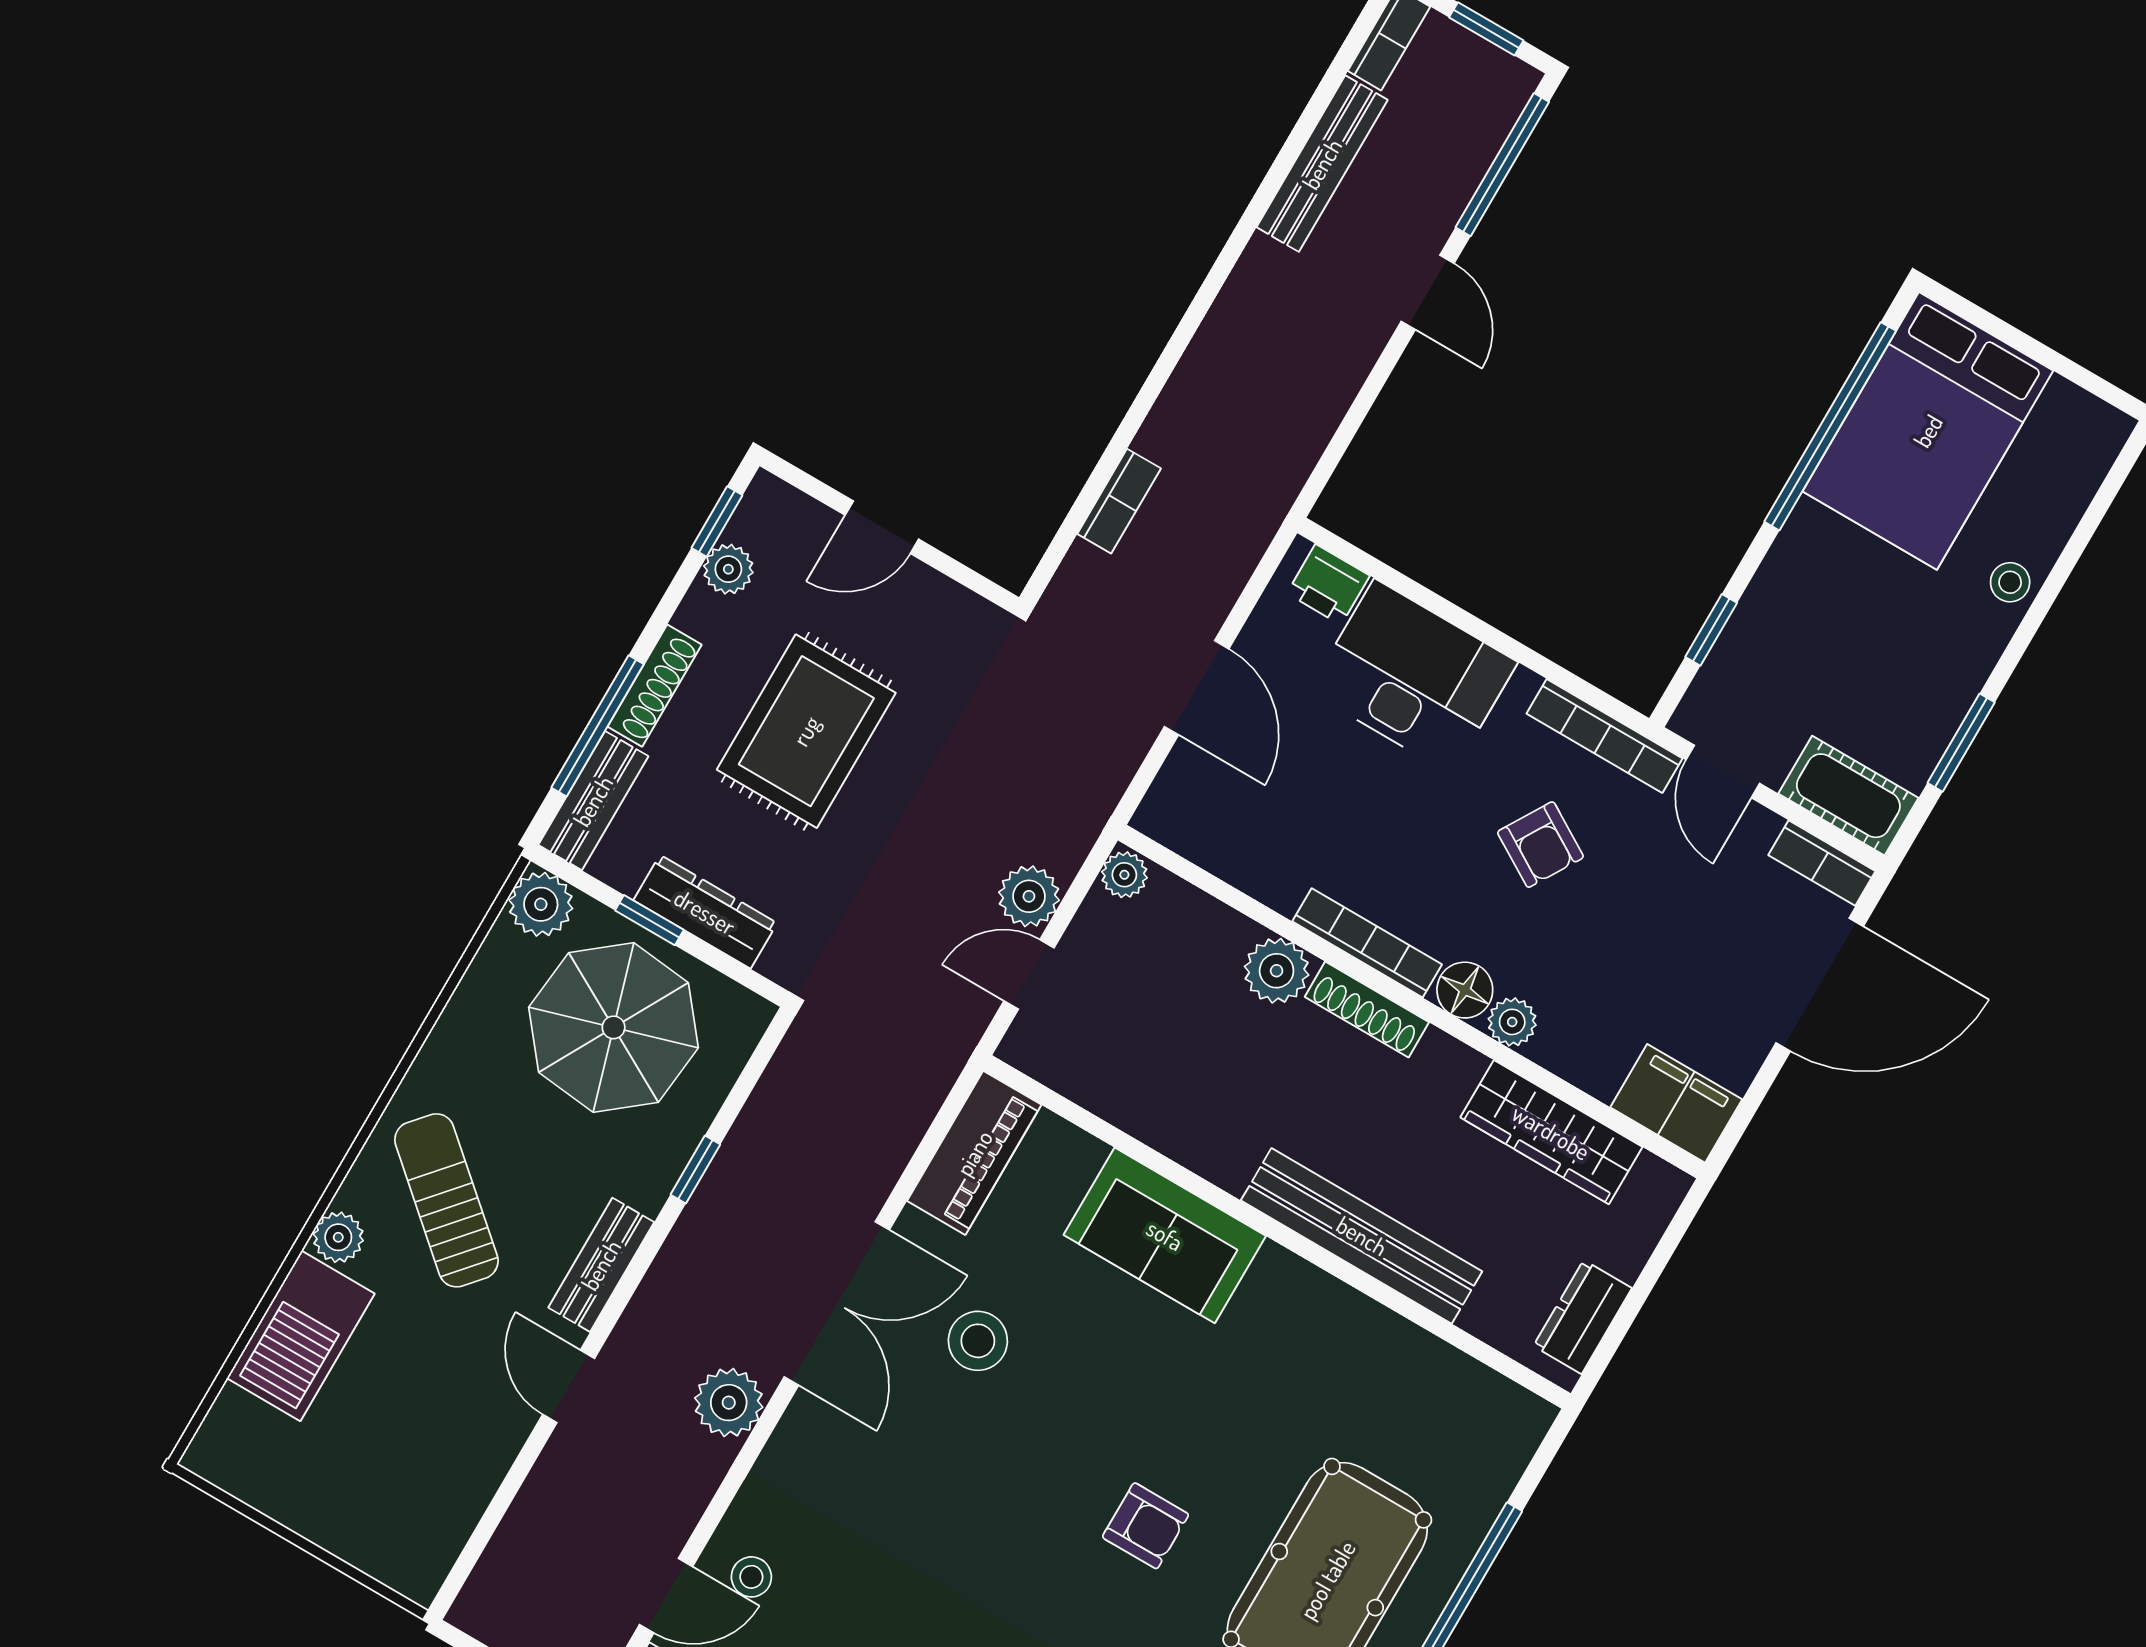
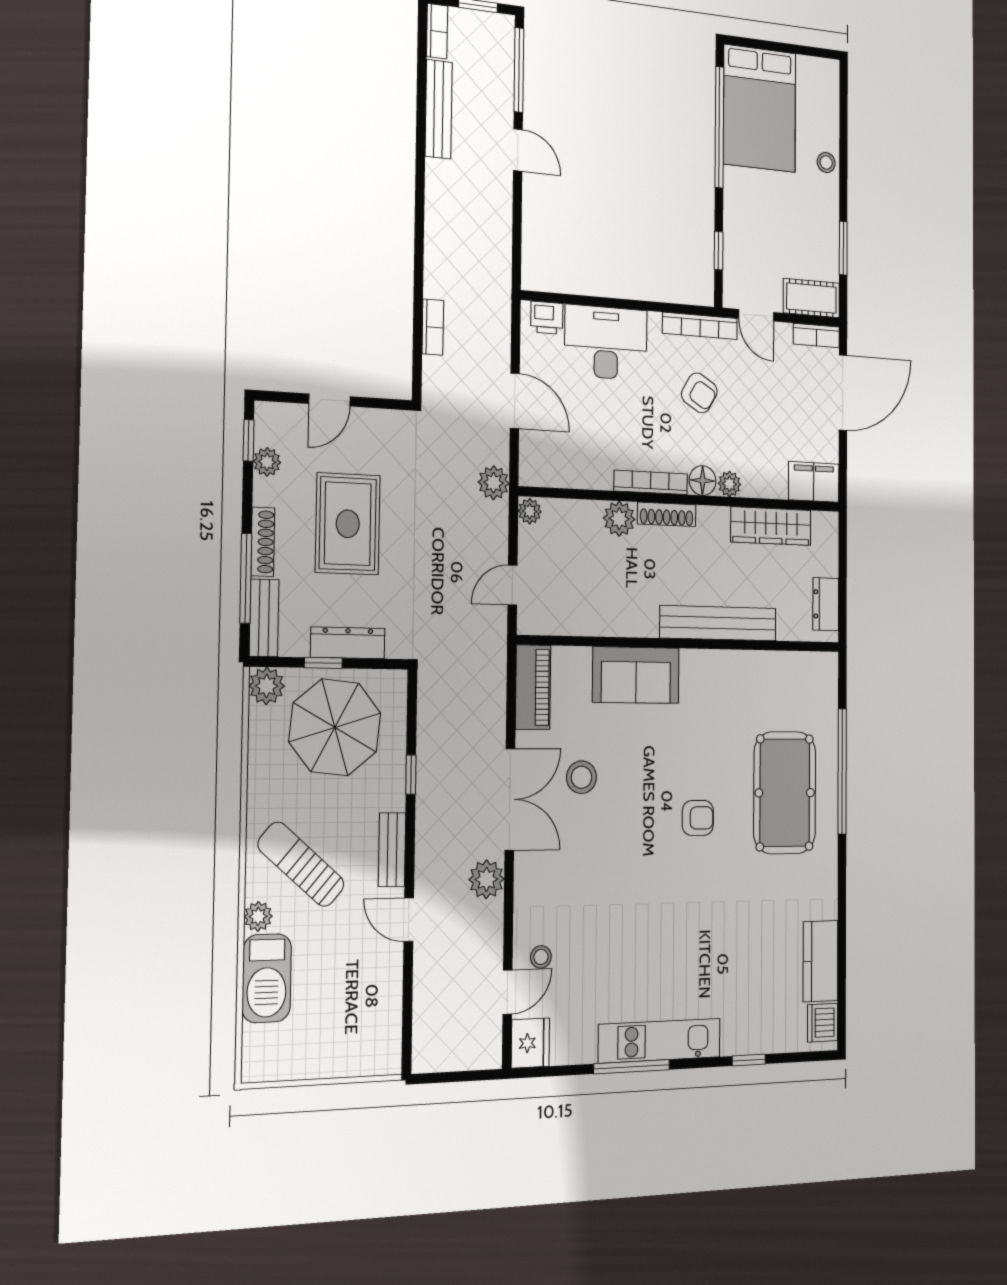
plant: (1029, 896) -> (494, 483), moved

